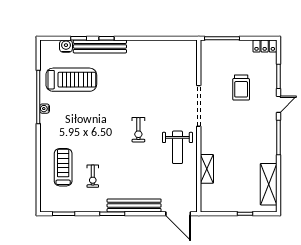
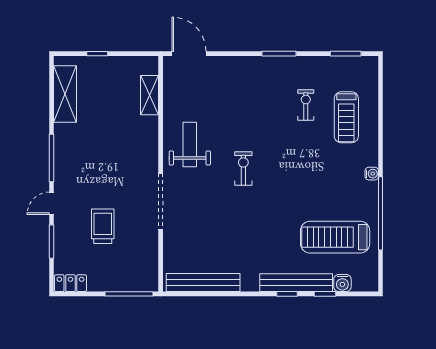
water cooler: (45, 109) -> (372, 174), moved
shelving: (207, 169) -> (149, 95), moved
bench: (134, 205) -> (203, 282), moved

